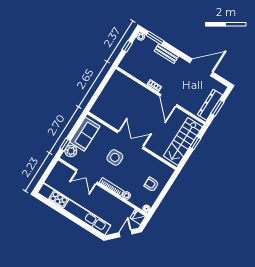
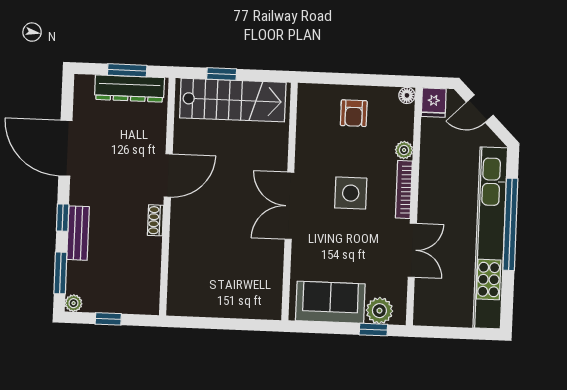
window: (176, 51) -> (63, 218), added
side table: (115, 157) -> (351, 193), moved
window: (75, 220) -> (510, 224), added

